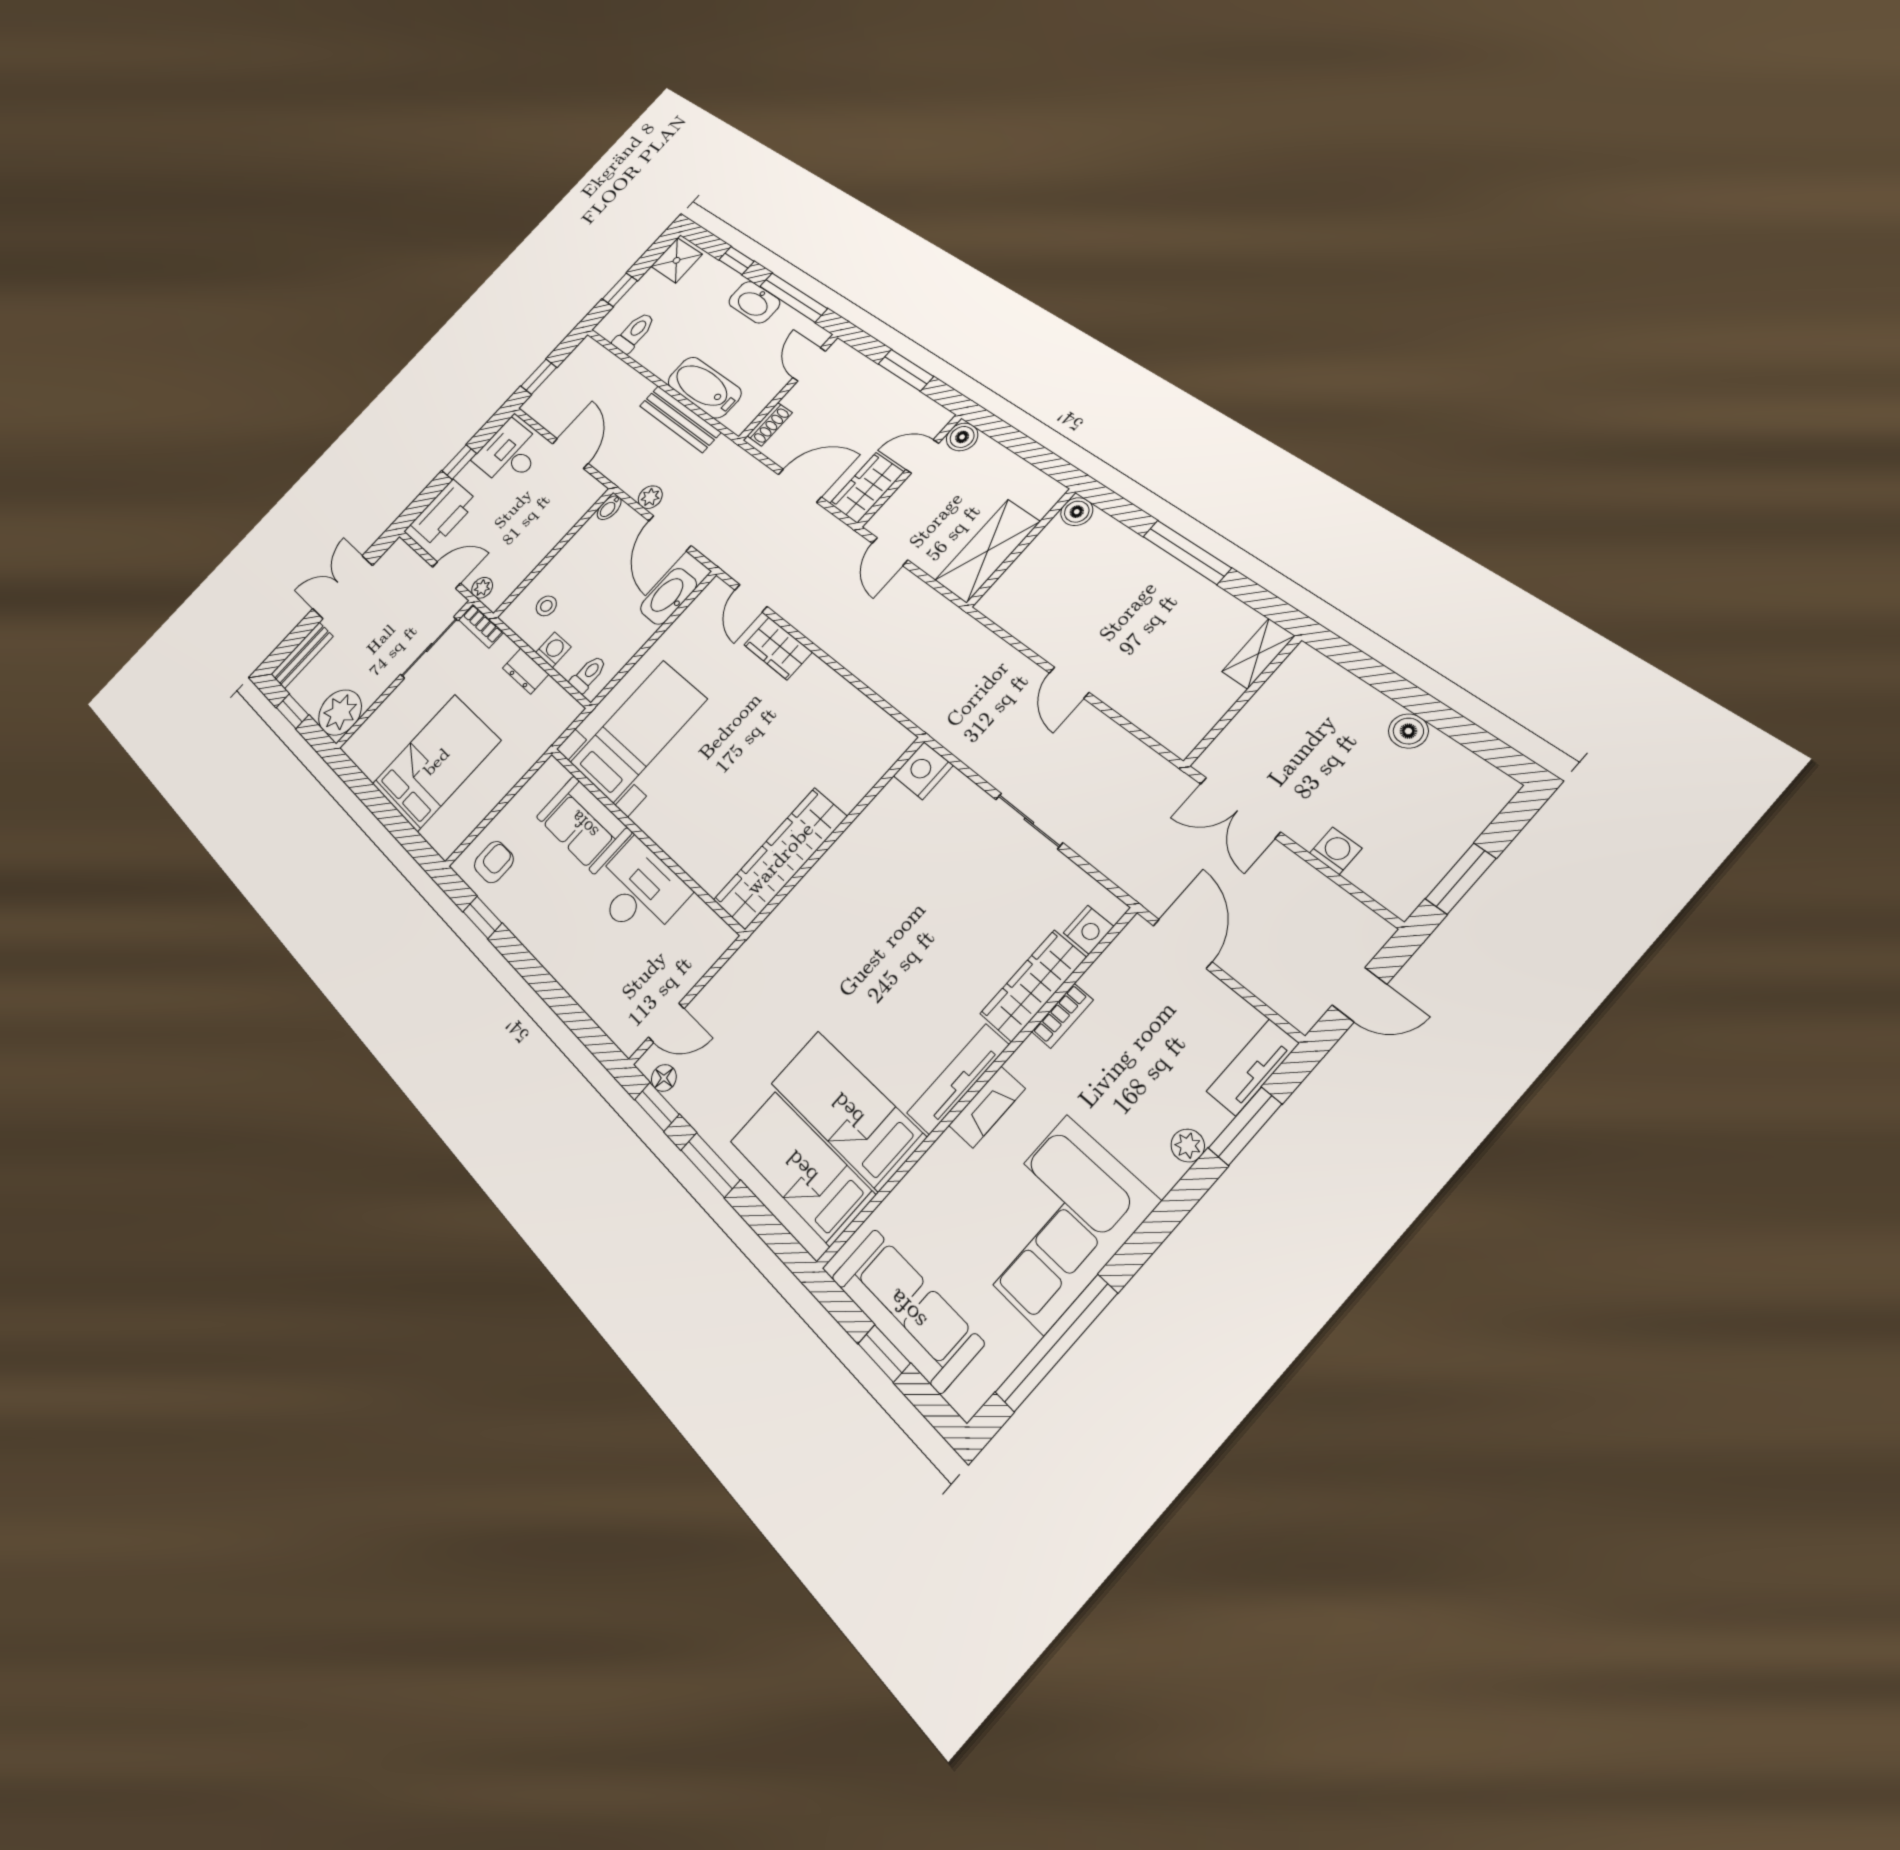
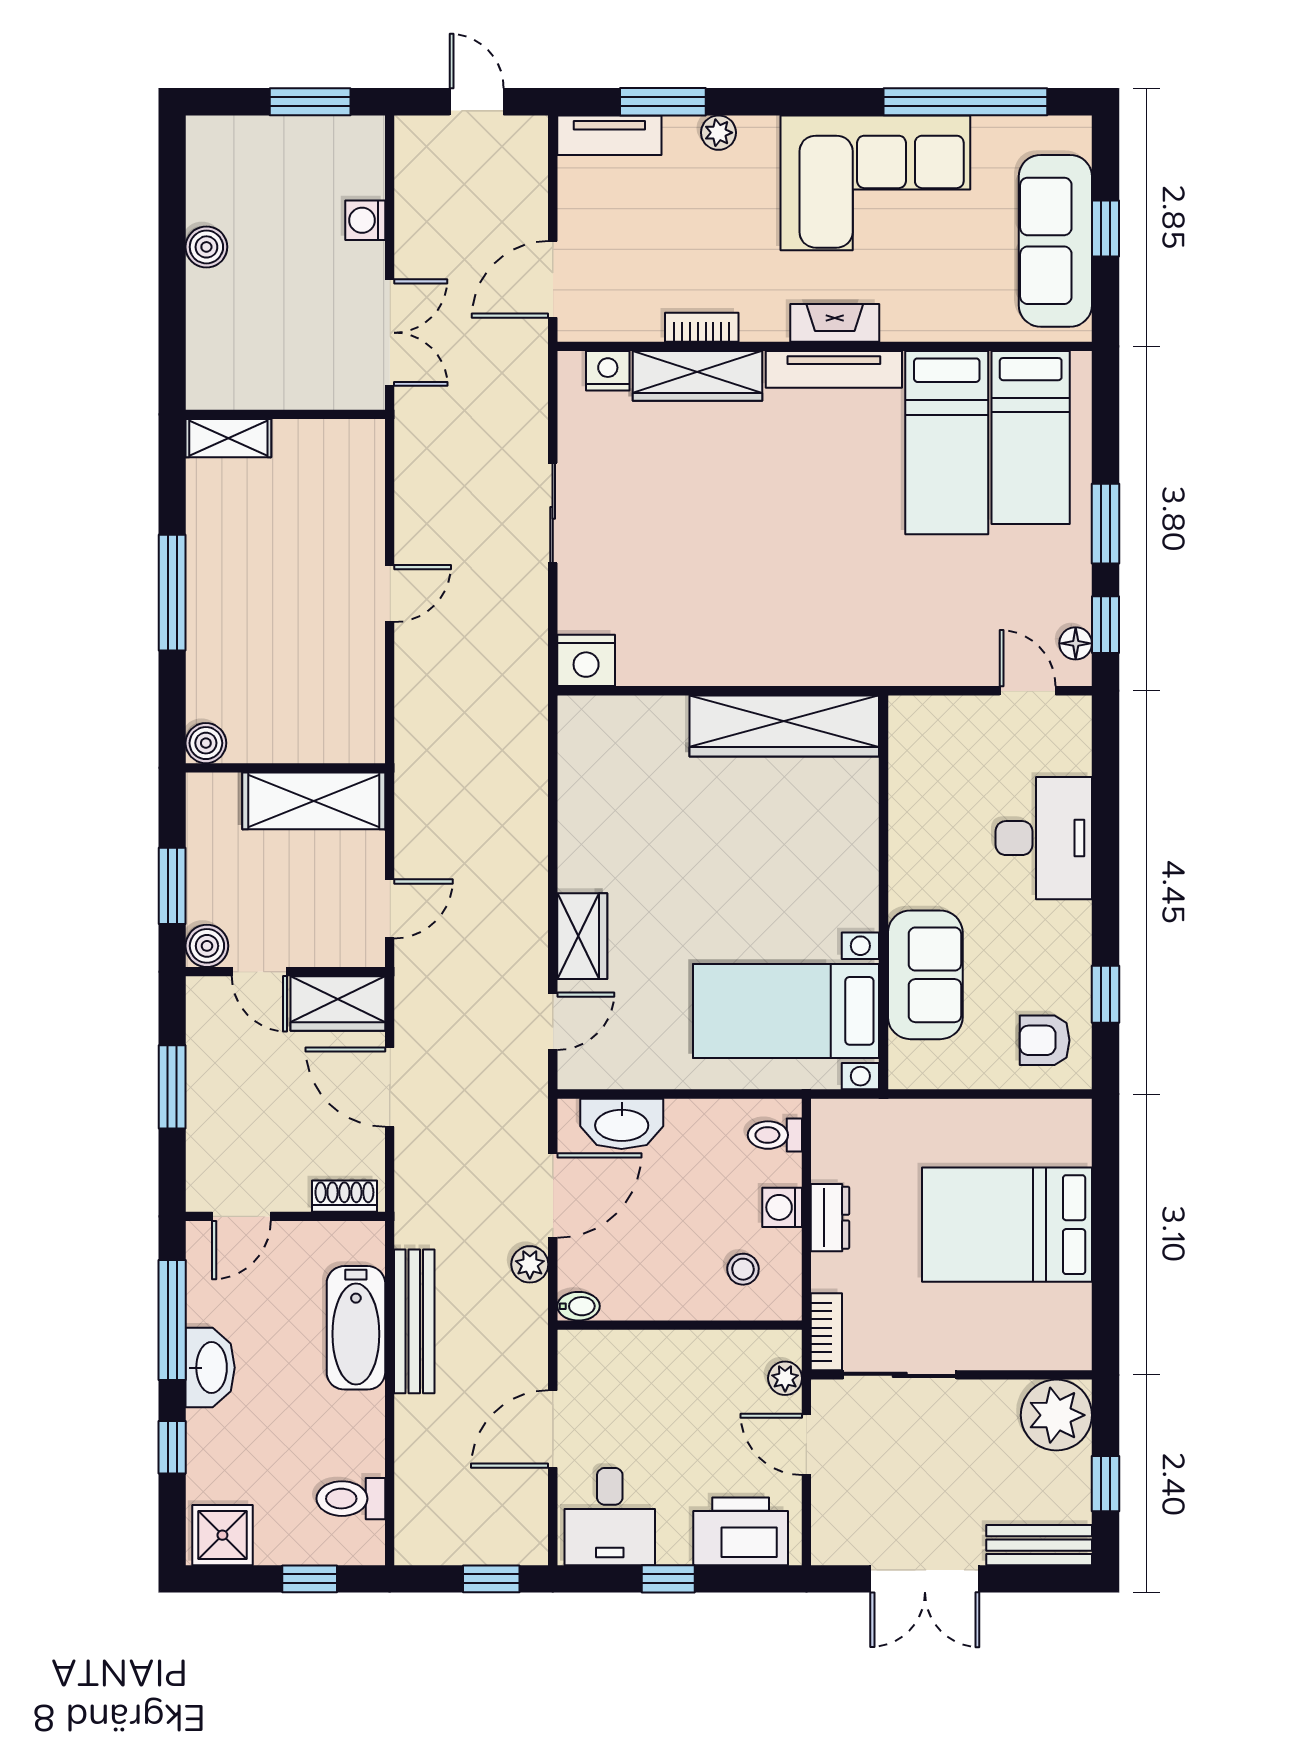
window: (1012, 439) -> (172, 886), added
desk: (639, 890) -> (1044, 838), moved, turned 180

